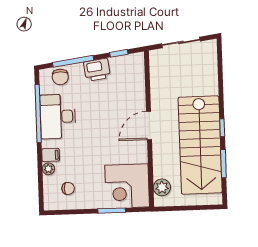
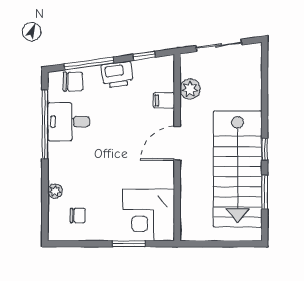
chair: (60, 77) -> (73, 82), turned -90
desk: (58, 116) -> (68, 122), width x0.73
filing cabinet: (51, 155) -> (164, 100), moved, turned 180
plant: (162, 187) -> (190, 89), moved

